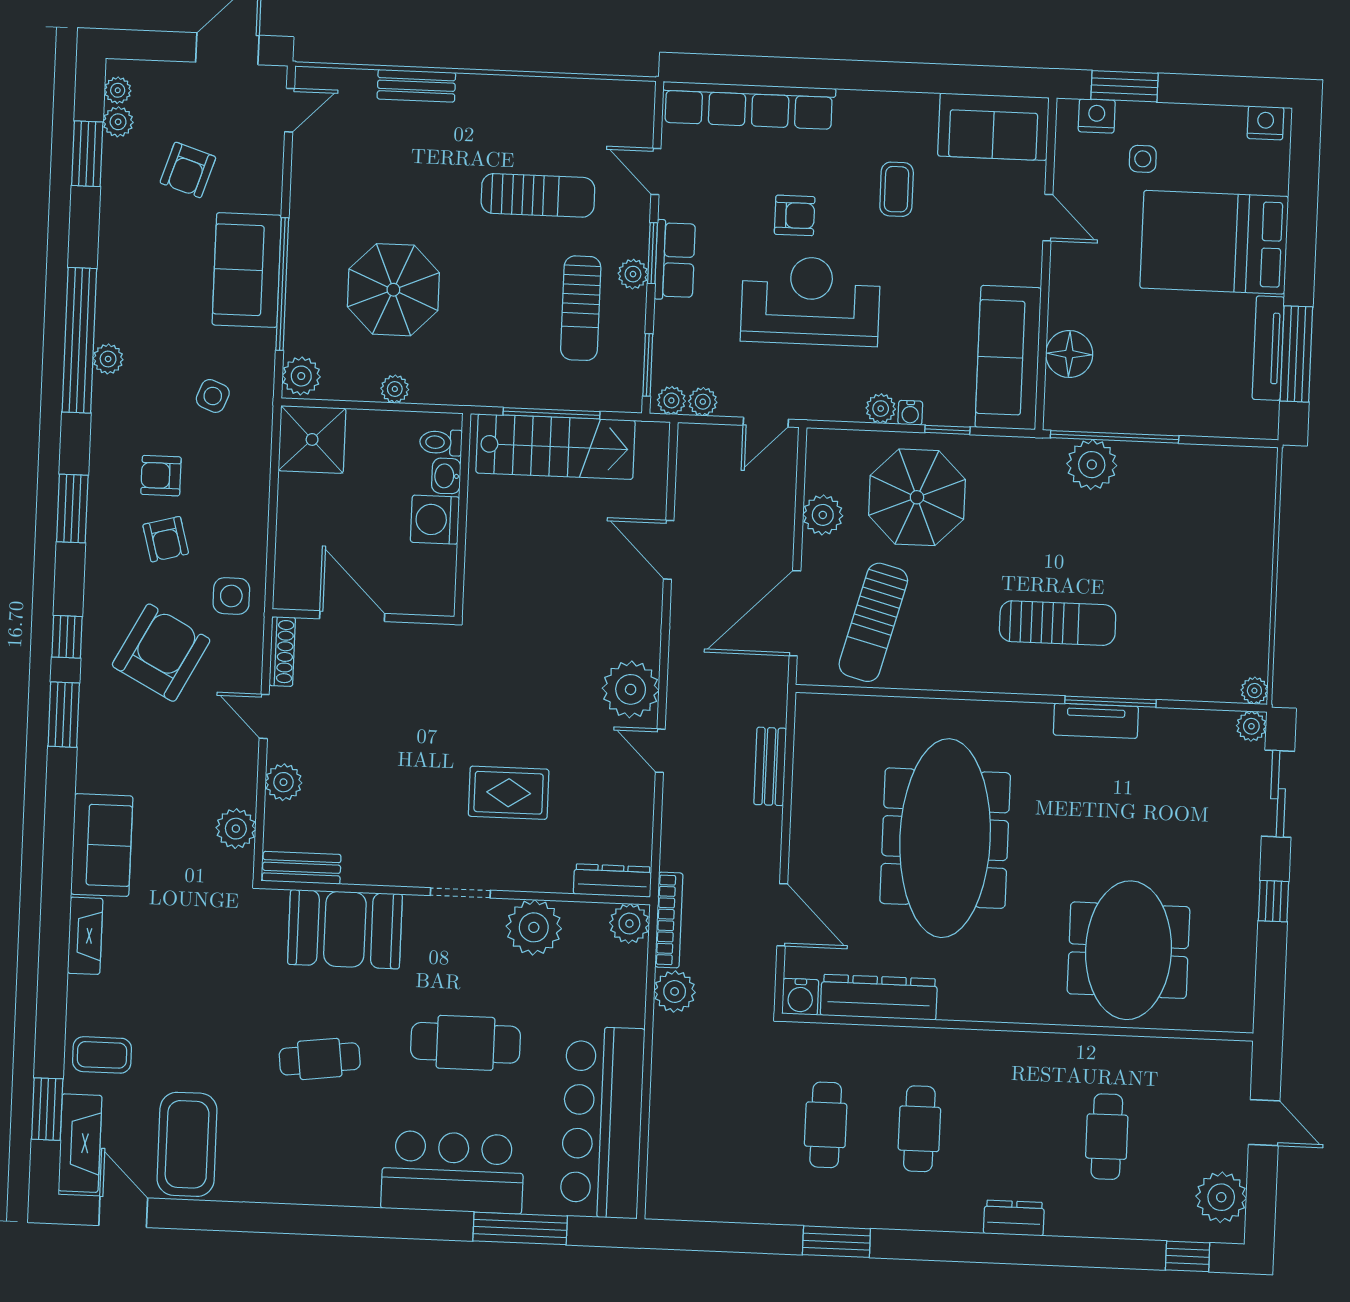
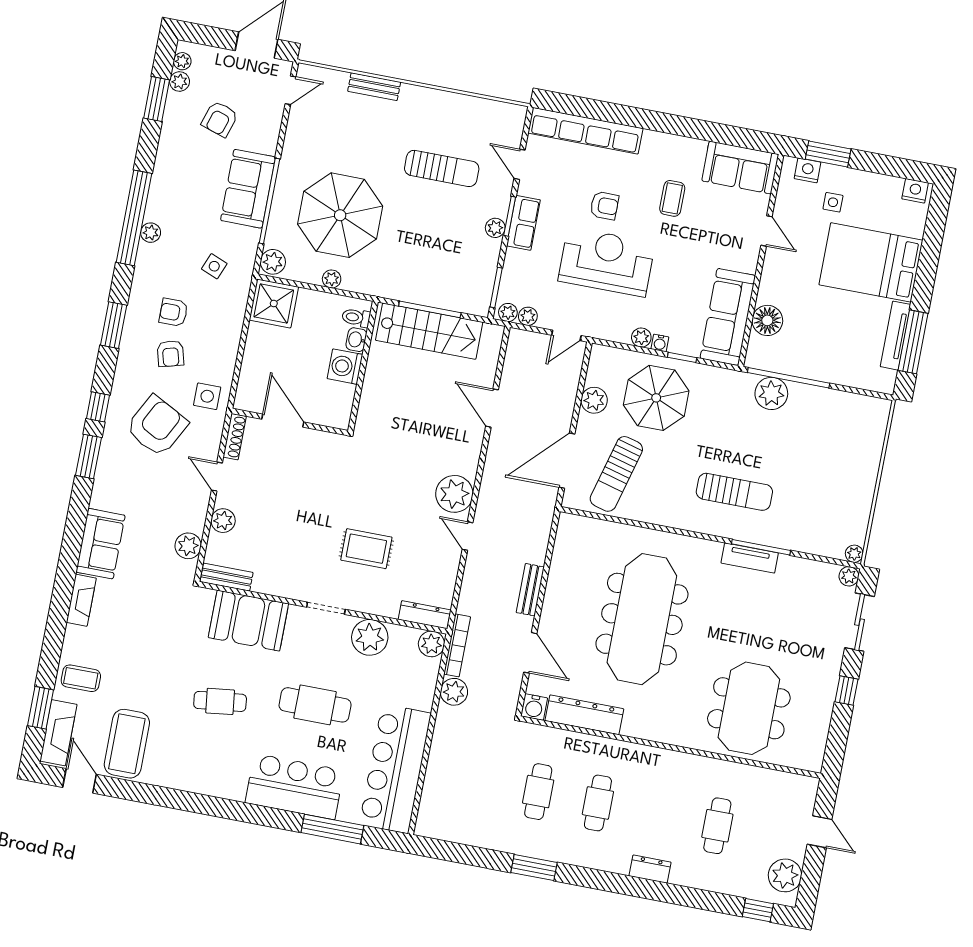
parasol: (393, 290) -> (340, 215), width x1.36, depth x1.36
sun lounger: (581, 308) -> (458, 245), removed
bench: (770, 766) -> (530, 590), moved

